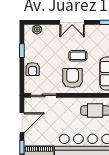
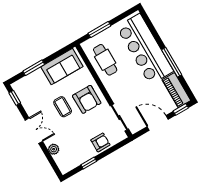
plant: (37, 29) -> (54, 149), moved
armchair: (73, 78) -> (87, 99), turned -90

